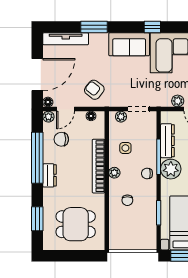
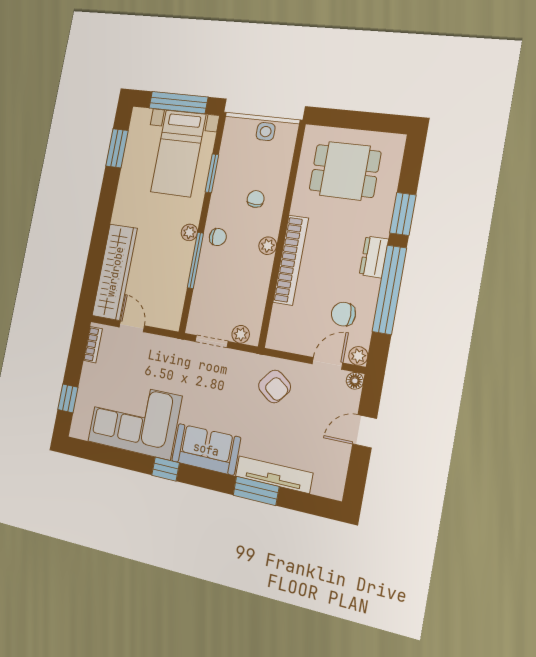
tv unit: (66, 39) -> (274, 475), moved
door: (37, 75) -> (365, 431), width x0.53
plant: (178, 101) -> (151, 343), removed
floor lamp: (91, 116) -> (288, 344), removed
chair: (61, 139) -> (343, 314), turned 180
dresser: (167, 141) -> (178, 283), removed
side table: (125, 148) -> (266, 132), moved
plant: (171, 169) -> (189, 232), width x0.53, depth x0.53
window: (37, 219) -> (403, 214), moved

